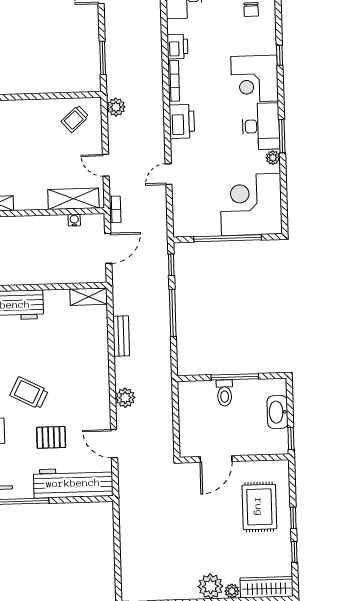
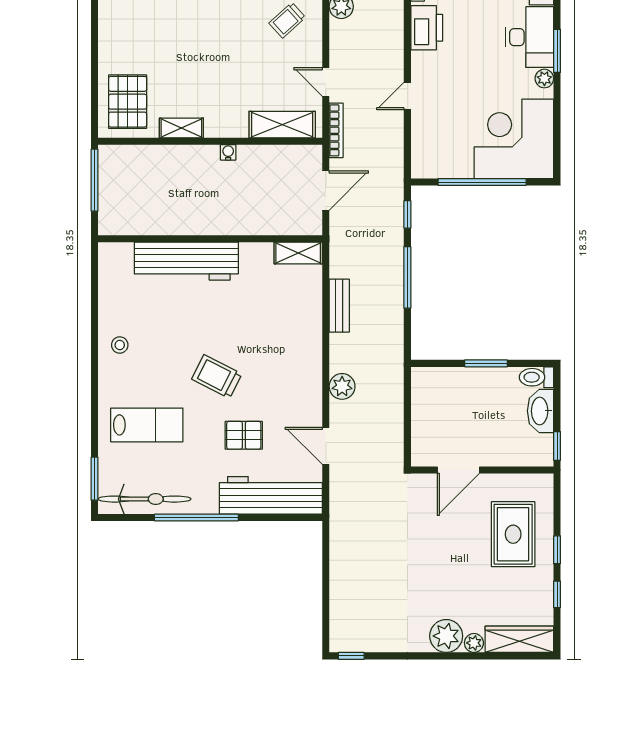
bookcase: (115, 209) -> (336, 130), width x1.56
water cooler: (74, 220) -> (228, 152), moved
window: (235, 377) -> (486, 363), width x0.69
toilet: (225, 393) -> (536, 377), moved, turned 90

